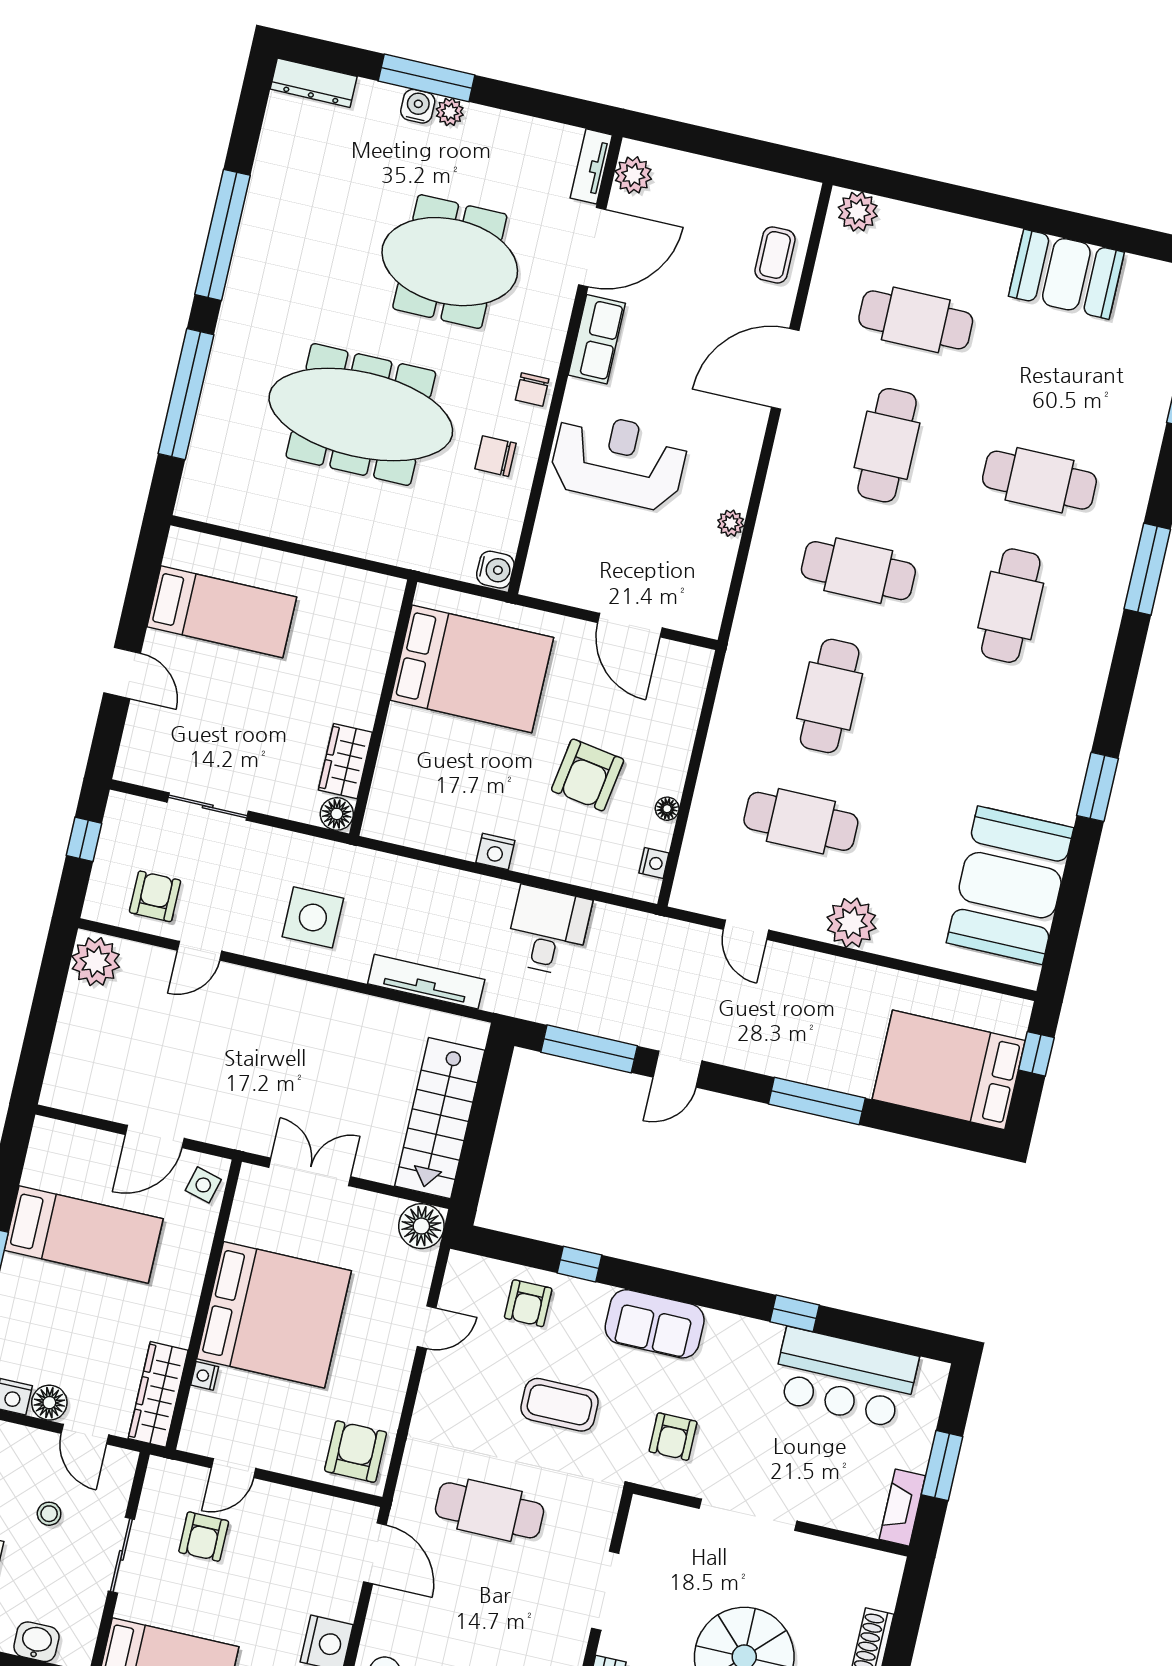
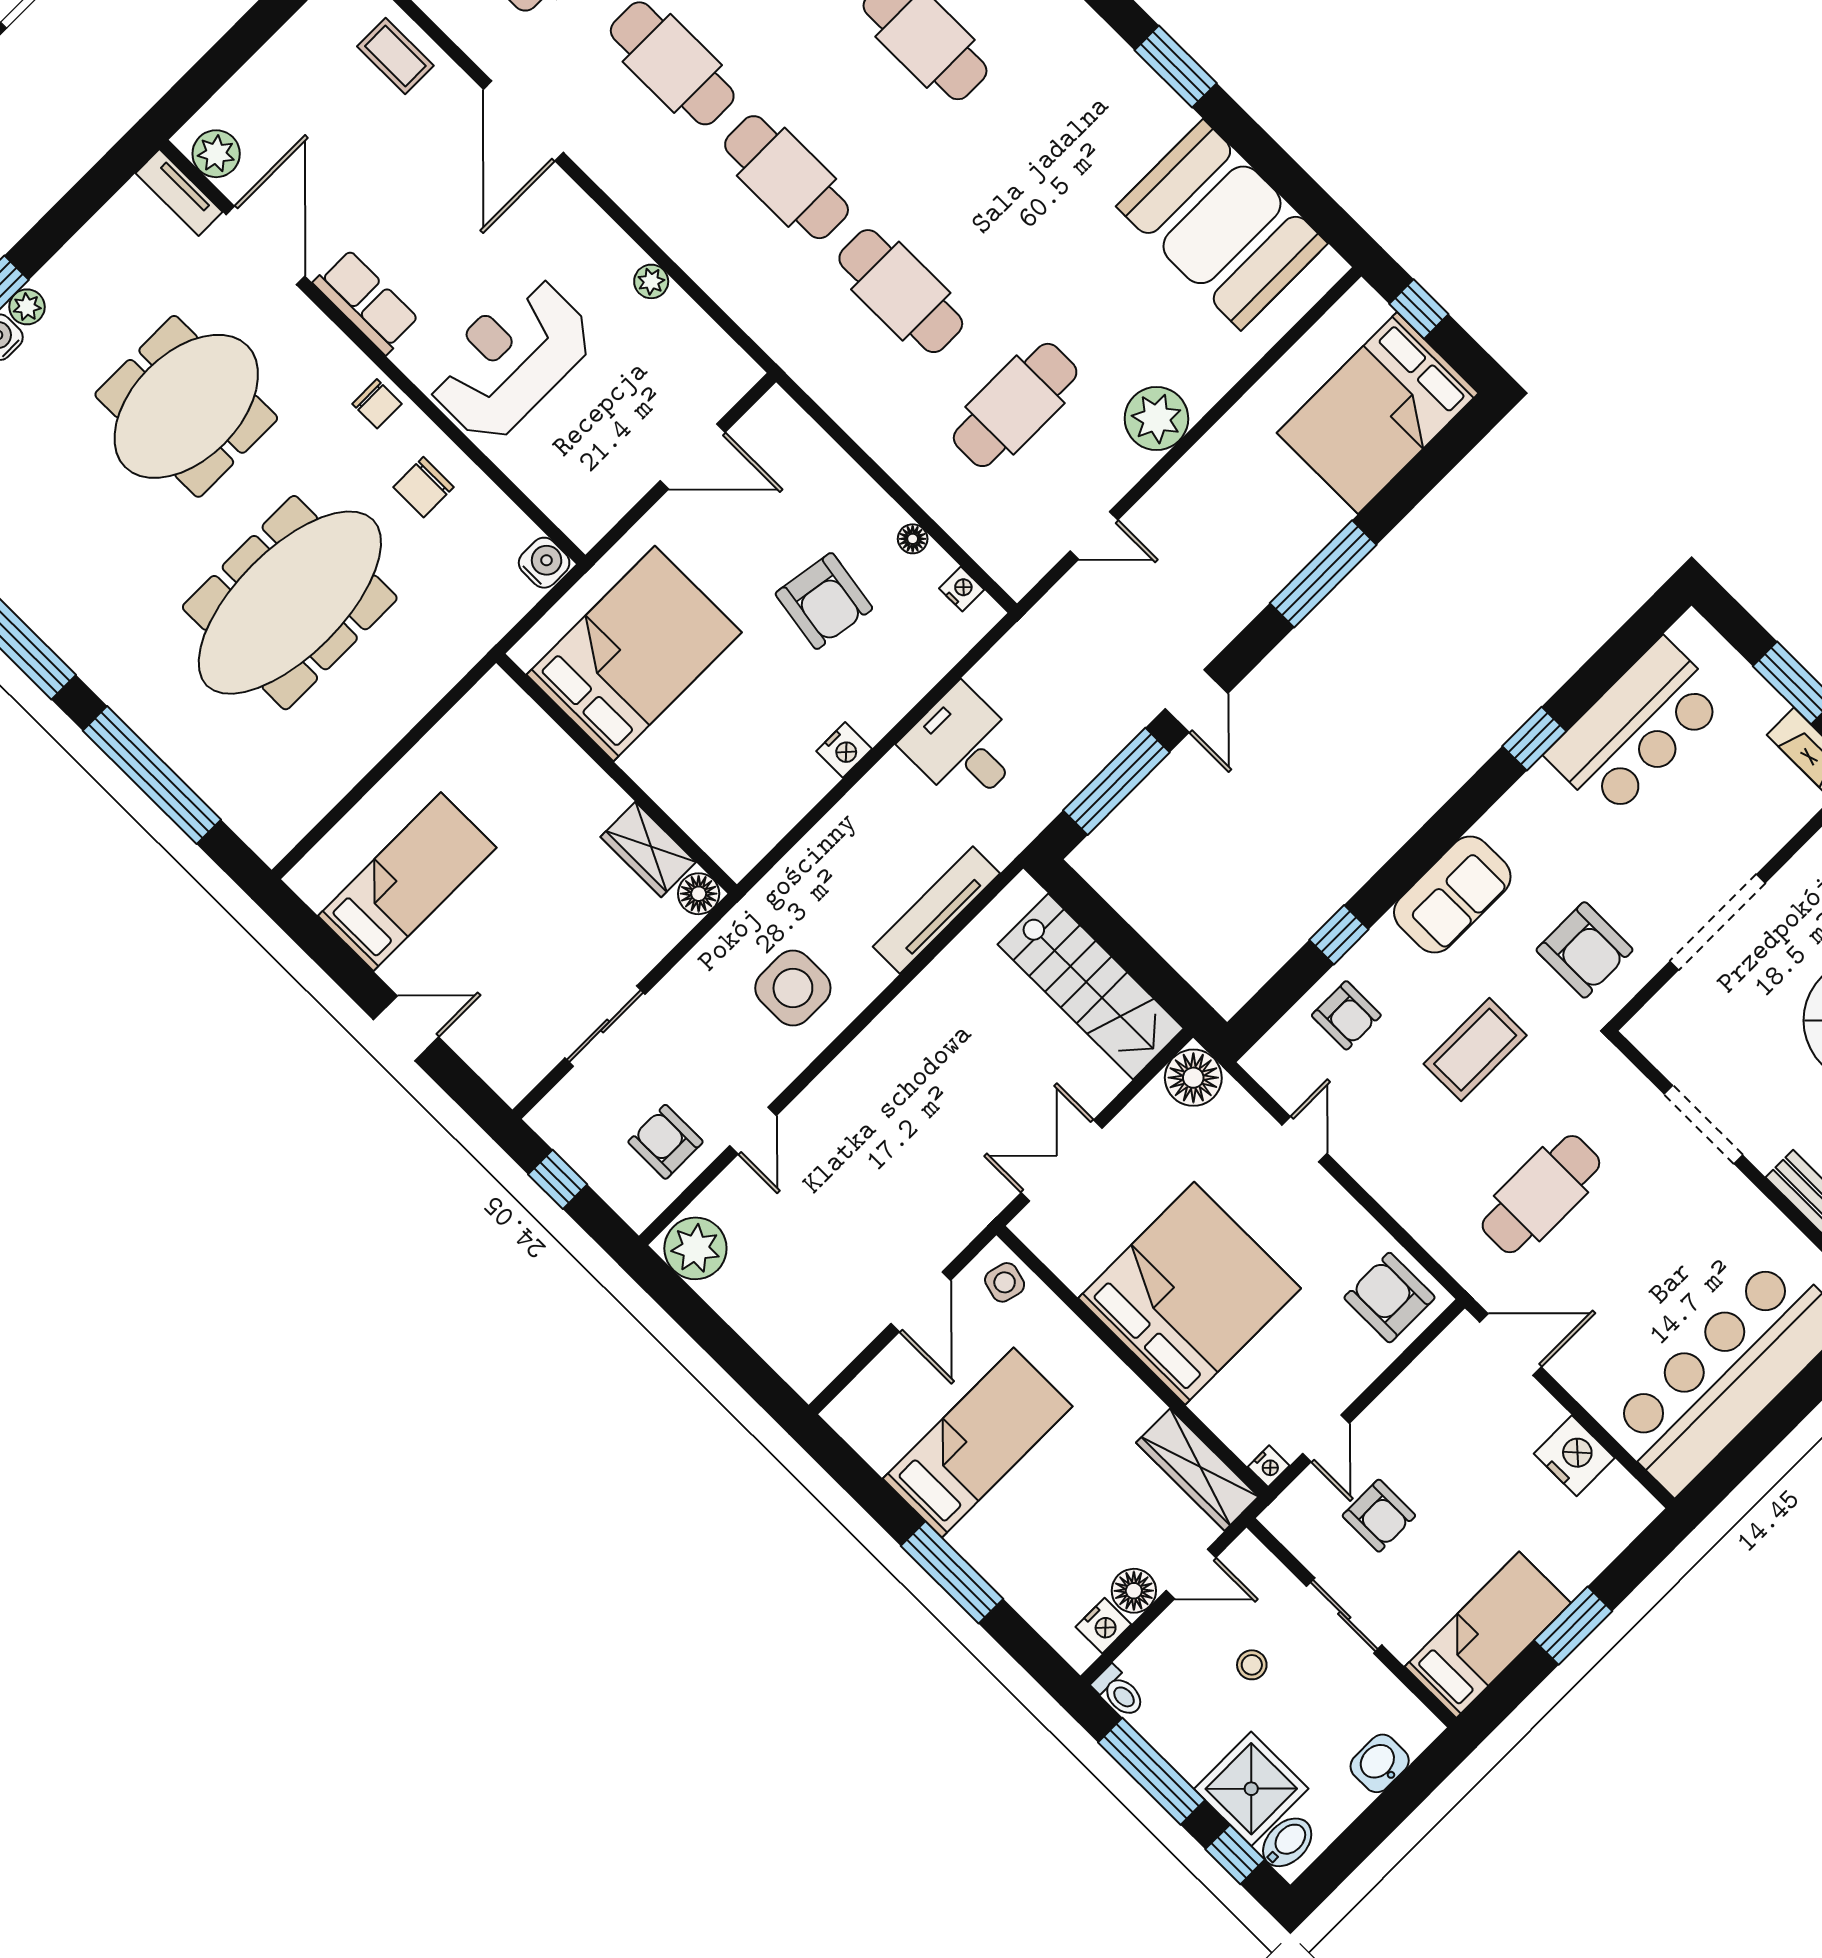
cafe table: (858, 571) -> (787, 177), turned 90
nightstand: (205, 1376) -> (1269, 1466), moved, turned -90
armchair: (673, 1437) -> (1585, 950), width x1.38, depth x1.38

